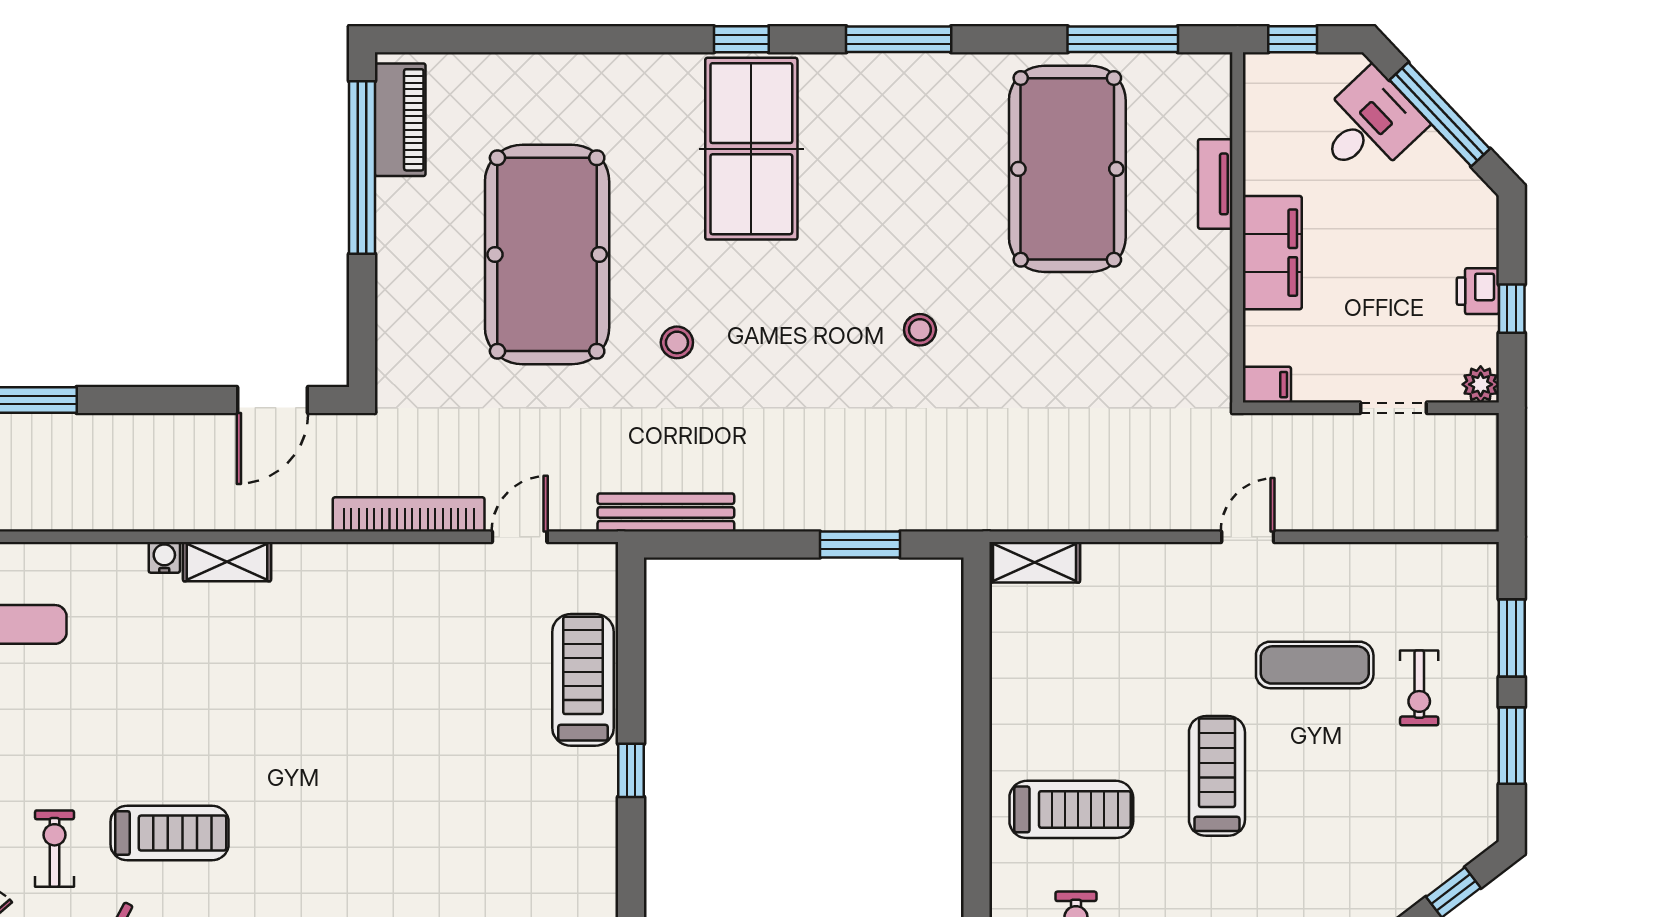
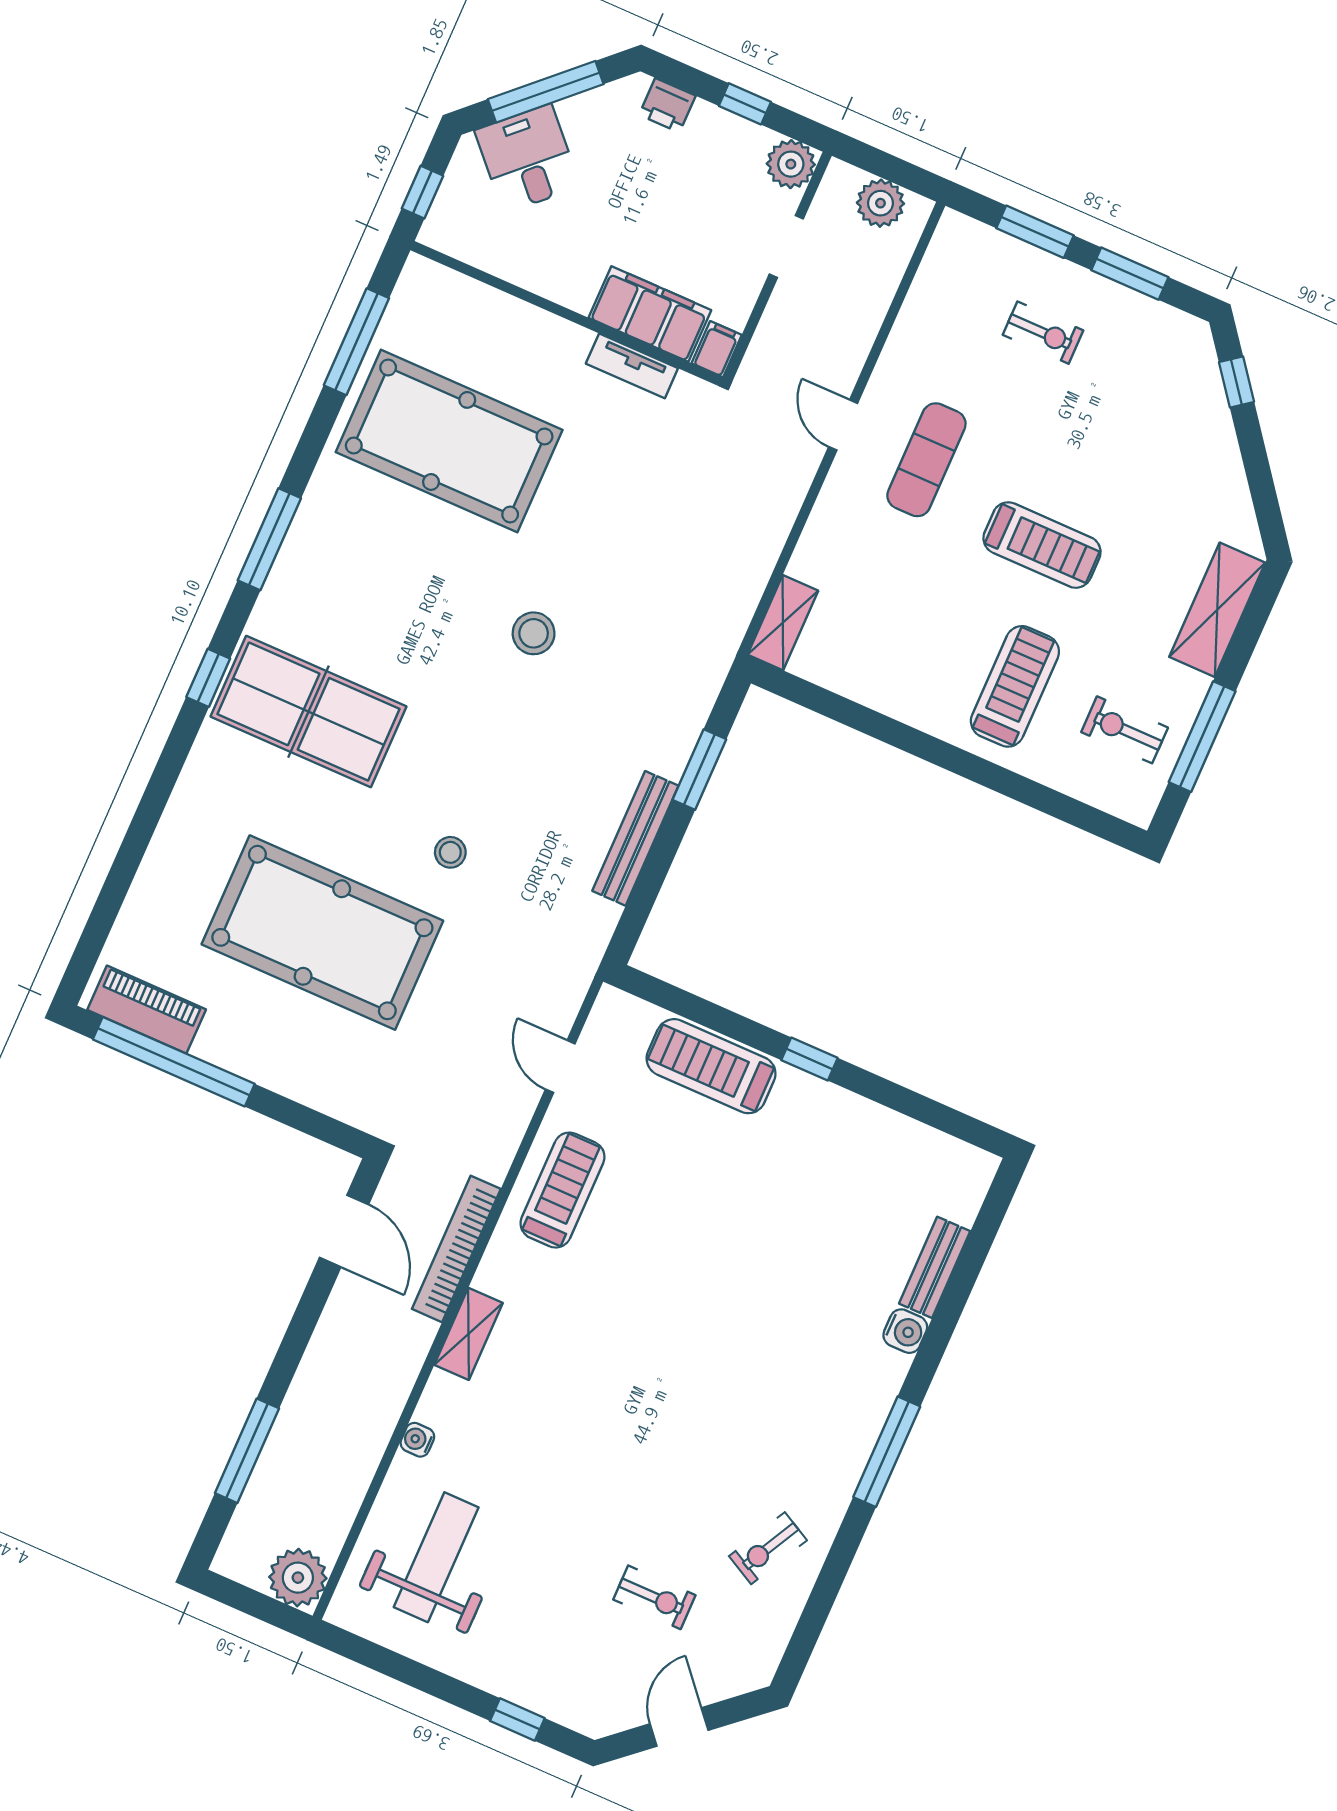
tv unit: (1215, 184) -> (632, 366), moved
filing cabinet: (1272, 253) -> (650, 314), moved
printer: (1478, 291) -> (667, 105), moved
stool: (920, 330) -> (534, 633), width x1.37, depth x1.37
plant: (1481, 384) -> (791, 164), width x1.38, depth x1.38
plant: (1474, 479) -> (880, 203), added
bench: (666, 512) -> (635, 838), moved
bookcase: (409, 514) -> (456, 1249), moved
water cooler: (164, 557) -> (417, 1440), moved
exercise mat: (1315, 665) -> (926, 460), moved
treadmill: (1217, 776) -> (1042, 545), turned 180
treadmill: (170, 833) -> (562, 1190), moved
exercise bike: (54, 849) -> (654, 1597), turned 180

